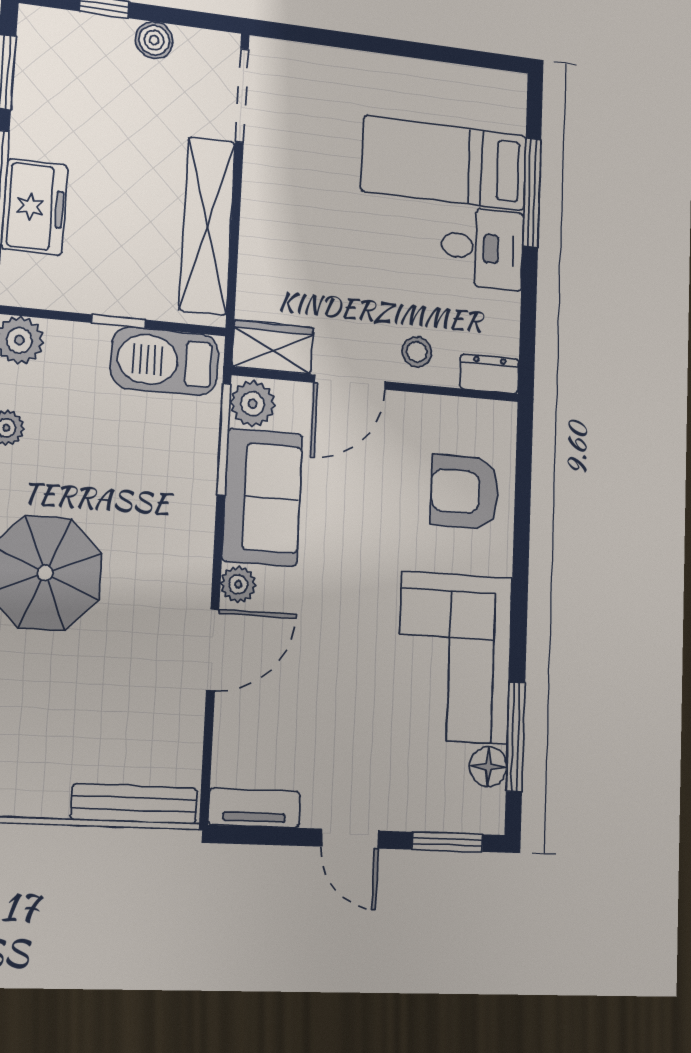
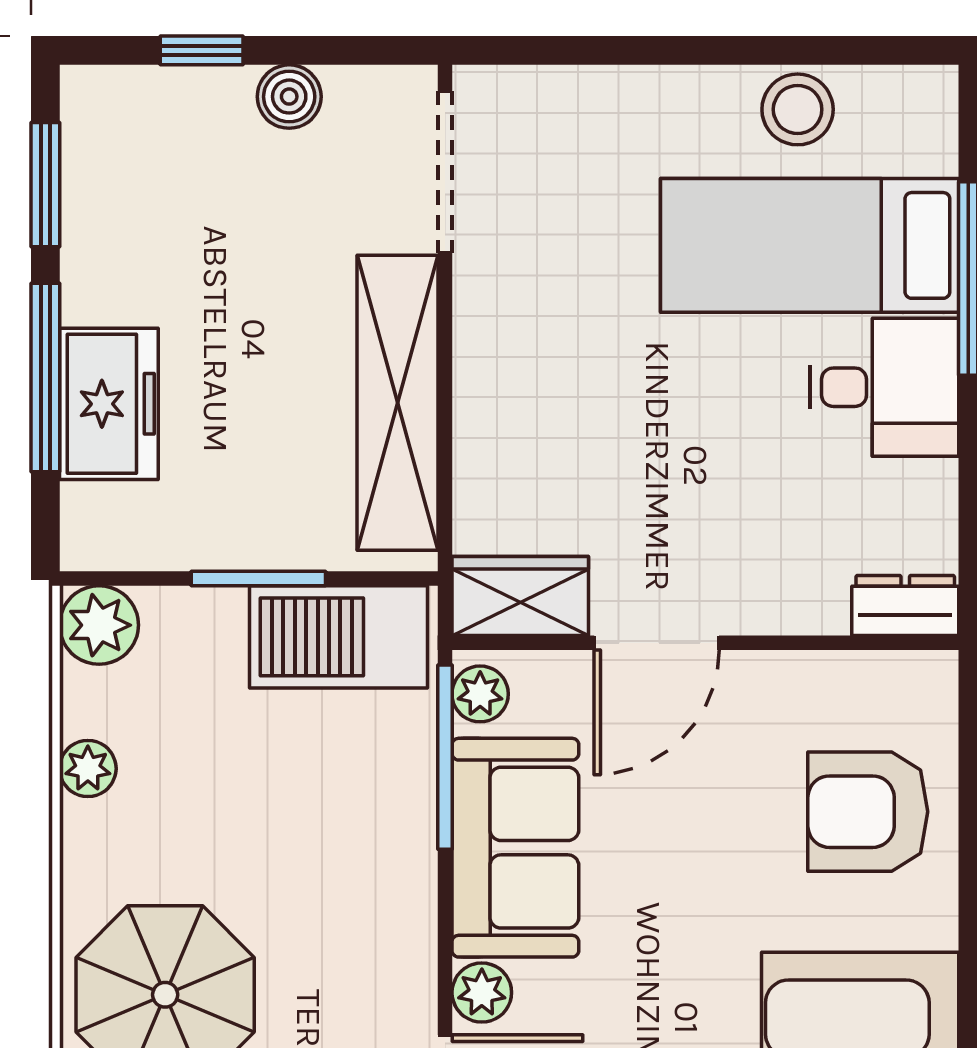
window: (119, 321) -> (258, 578), width x1.50
stool: (417, 352) -> (798, 109), moved, width x1.37, depth x1.37
plant: (253, 404) -> (480, 694), width x0.73, depth x0.73

